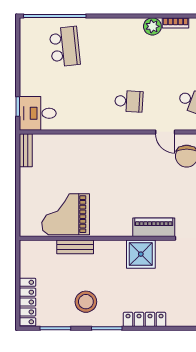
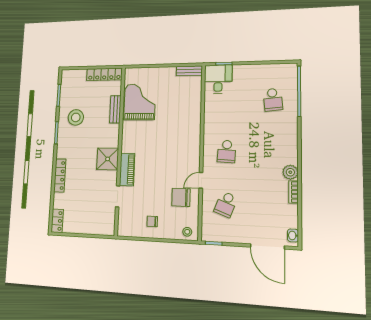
school desk: (65, 47) -> (273, 100), width x0.54
locker: (28, 302) -> (104, 74), moved
locker: (145, 319) -> (60, 175), moved

